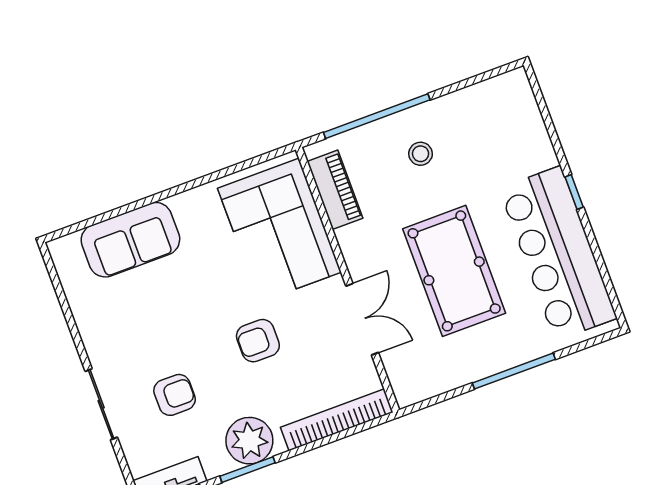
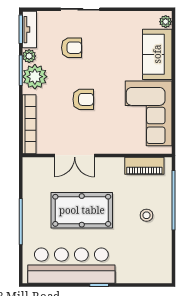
corner sofa: (279, 230) -> (149, 113), moved, turned -90
plant: (67, 246) -> (166, 22), added
armchair: (258, 341) -> (83, 99), turned 90
armchair: (175, 395) -> (71, 48), turned -90
plant: (217, 464) -> (29, 56), added

